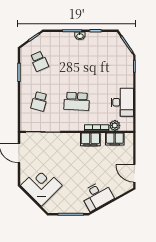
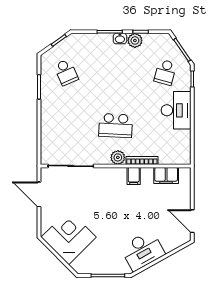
plant: (91, 37) -> (135, 40), added
school desk: (39, 101) -> (165, 72), moved
desk: (122, 102) -> (176, 110), moved
plant: (115, 125) -> (118, 157), moved
filing cabinet: (90, 139) -> (134, 176), width x0.50

